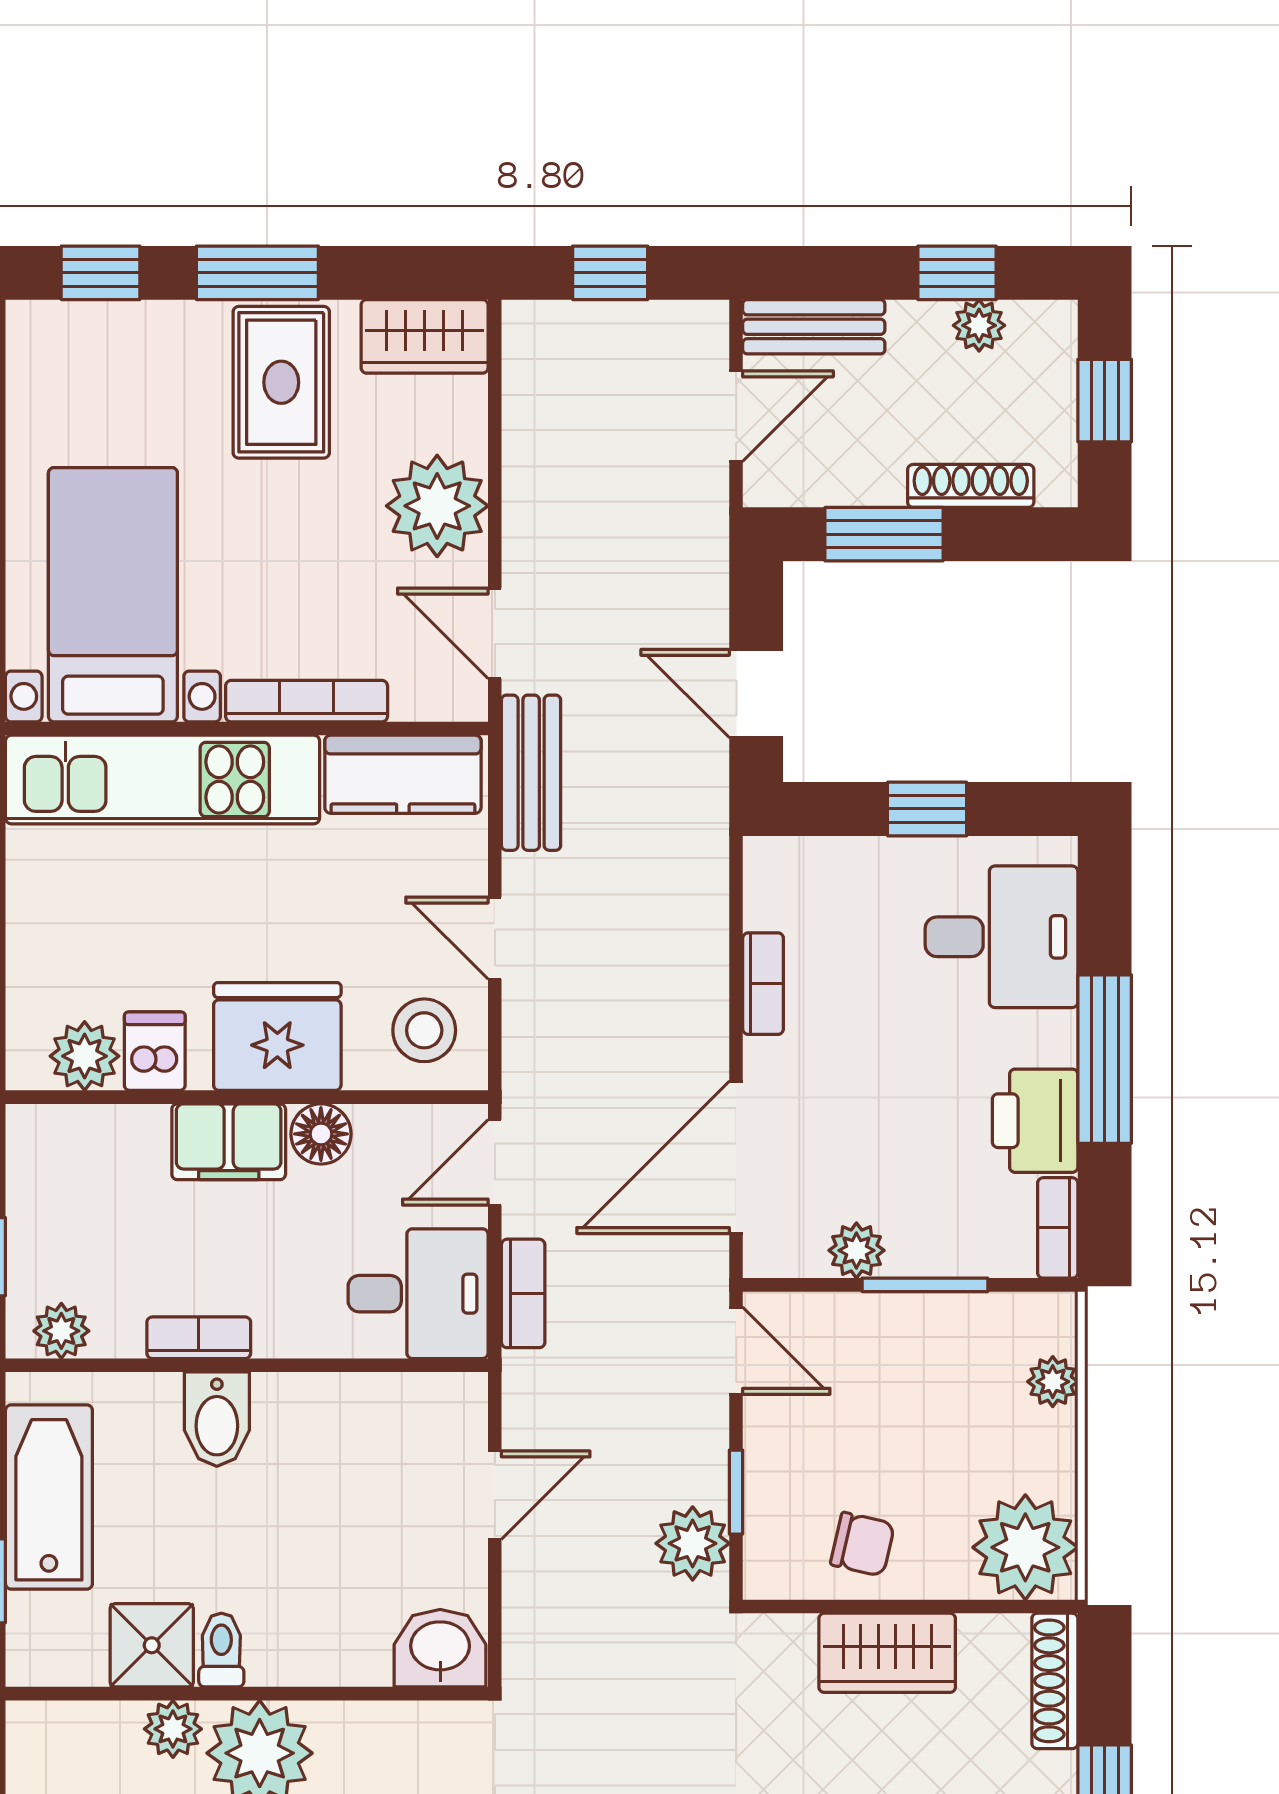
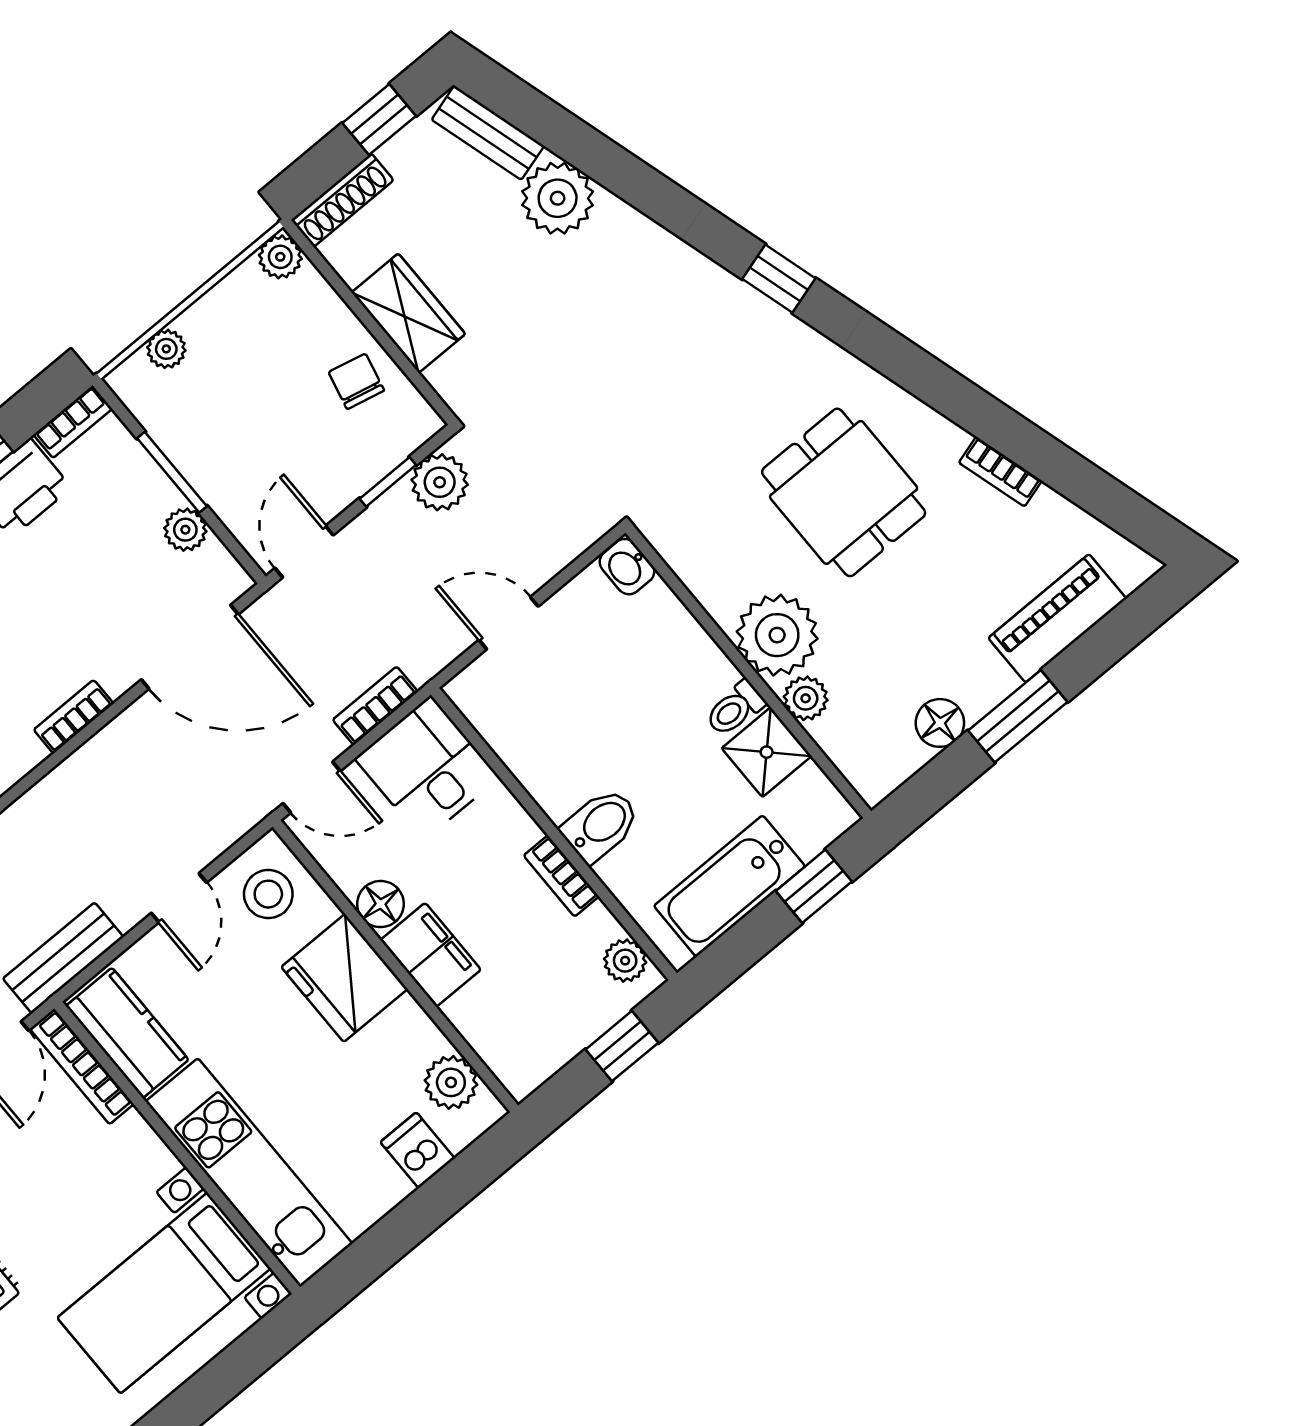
bookcase: (307, 701) -> (82, 1066), moved
dishwasher: (155, 1051) -> (417, 1150), moved, turned 90
plant: (1025, 1547) -> (280, 257), width x0.53, depth x0.53
washbasin: (440, 1648) -> (627, 567), width x0.72, depth x0.69

